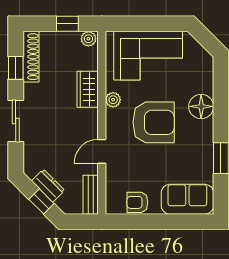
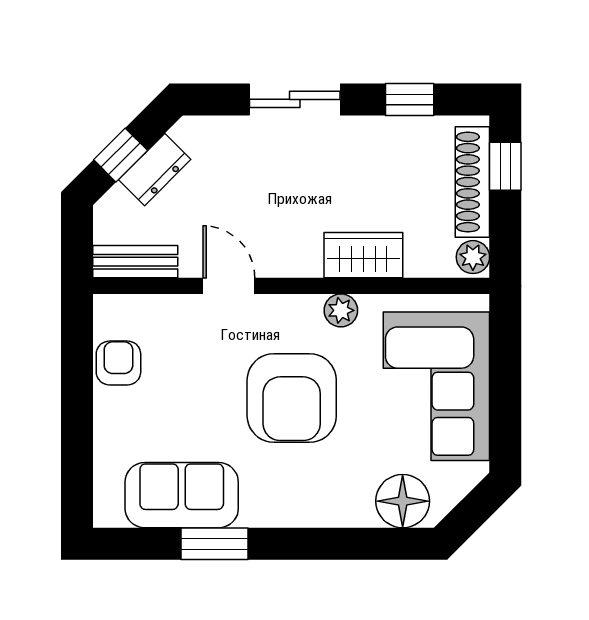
window: (67, 24) -> (505, 166), moved
shoe rack: (31, 57) -> (472, 182), moved, turned 90
floor lamp: (201, 106) -> (403, 501), moved
sofa: (187, 199) -> (182, 495), moved, turned -90

